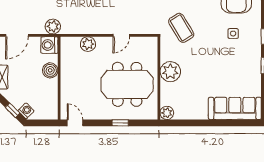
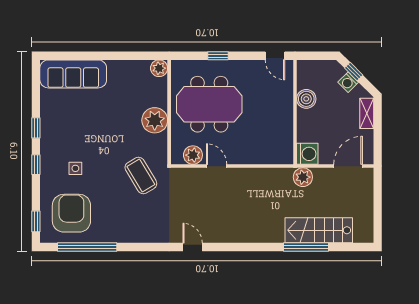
door: (121, 35) -> (217, 166), hinge flipped
plant: (88, 44) -> (193, 155), moved
boiler: (50, 70) -> (306, 99), moved
washing machine: (26, 111) -> (348, 82), moved

